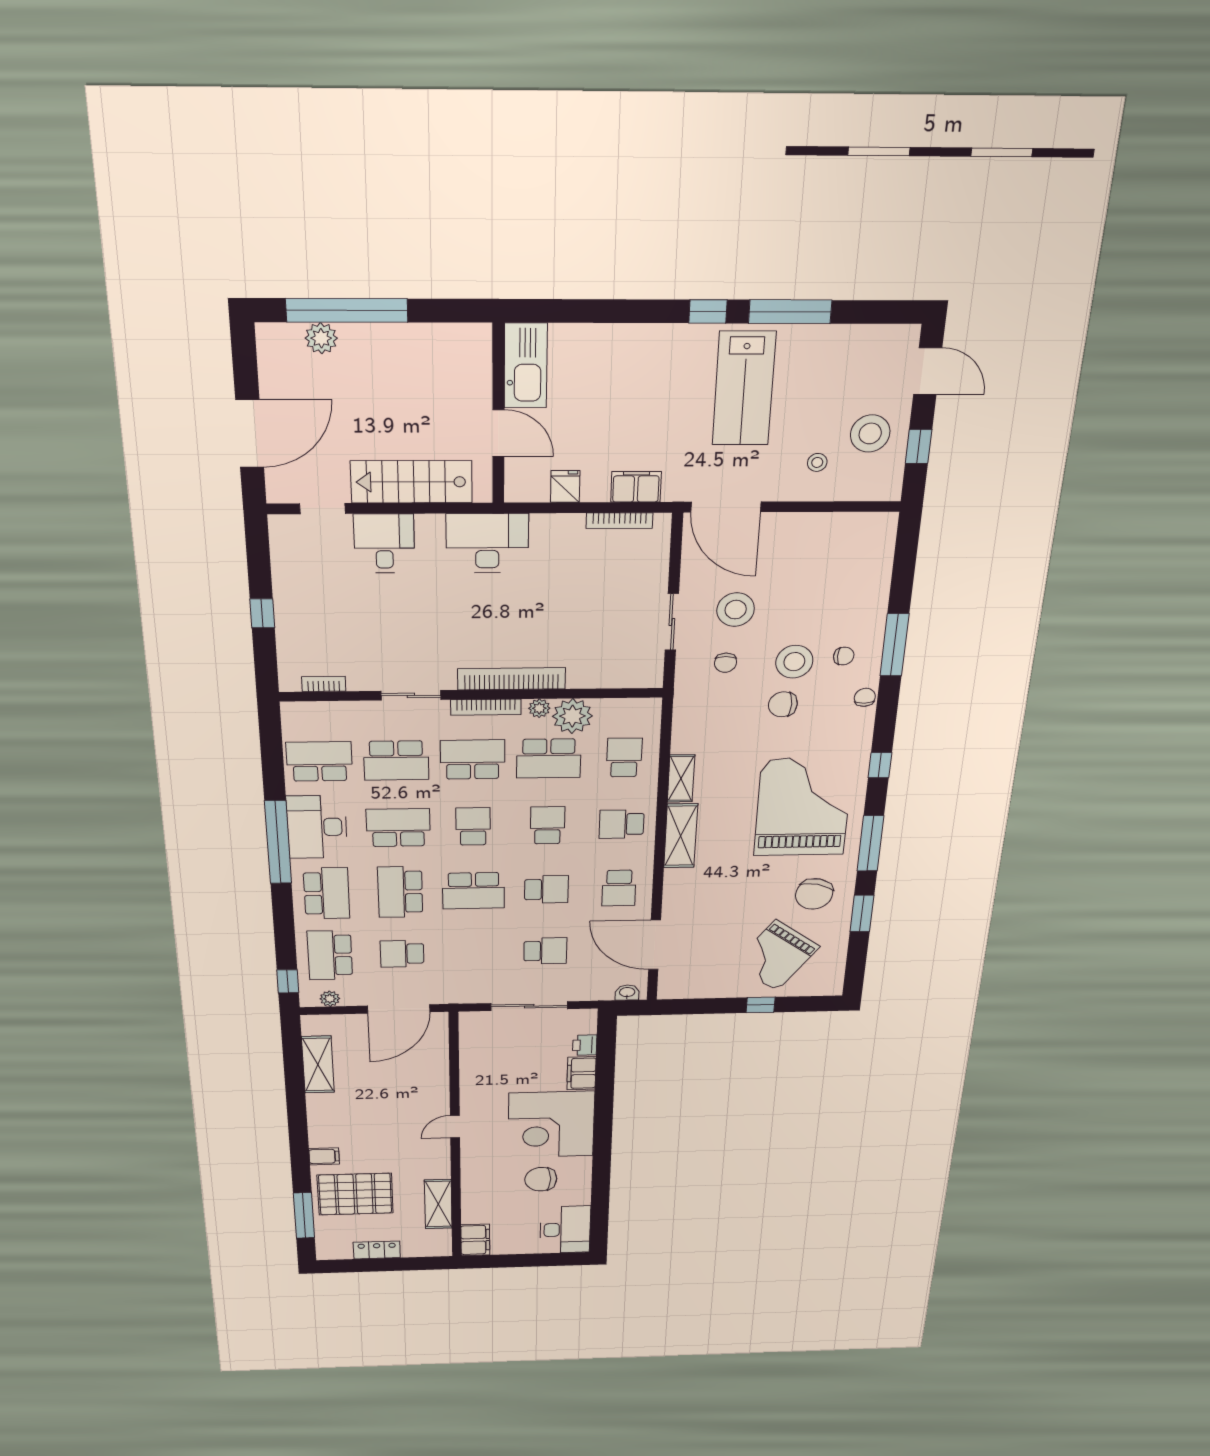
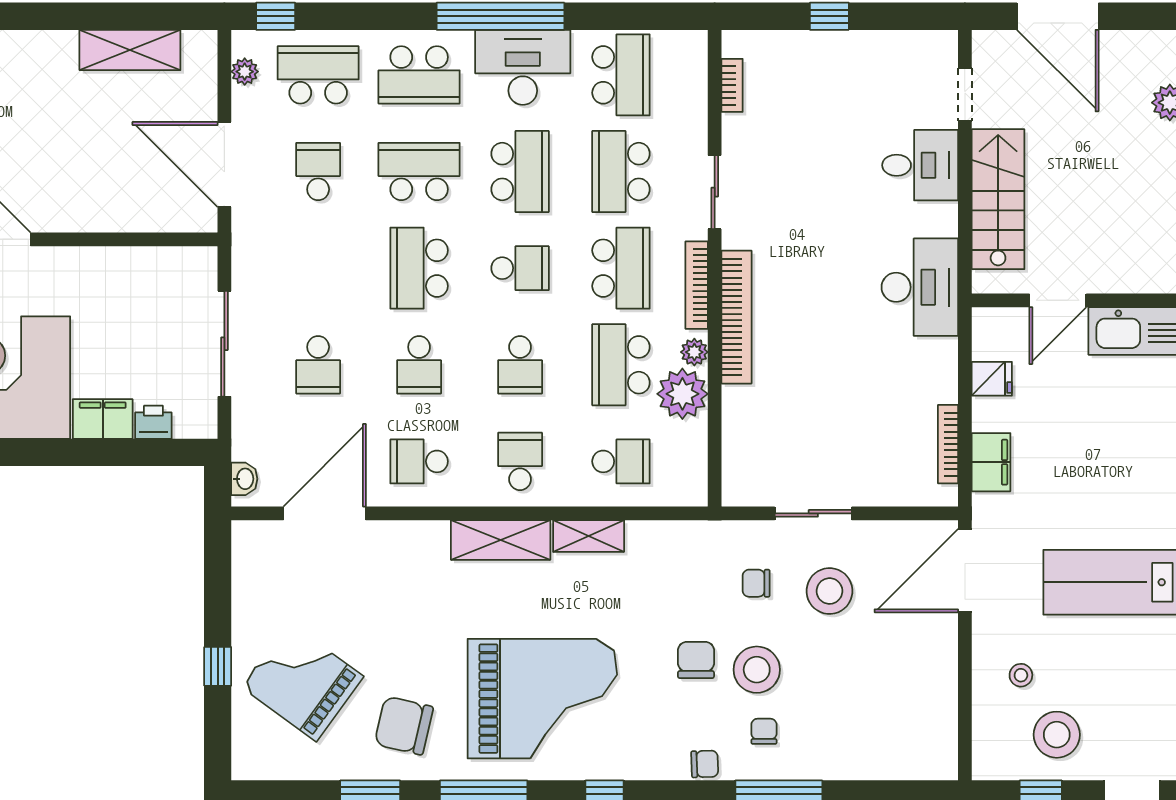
chair: (844, 656) -> (764, 731), turned 180
school desk: (547, 825) -> (520, 365), turned 90

